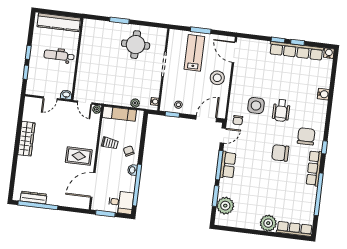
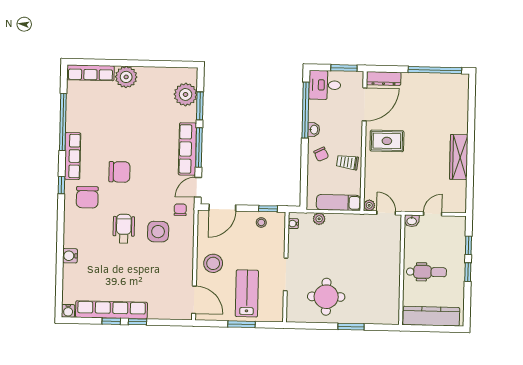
lab bench: (194, 53) -> (247, 293), turned 180
row of seats: (228, 165) -> (187, 149), width x1.48
dresser: (33, 198) -> (384, 78), moved

